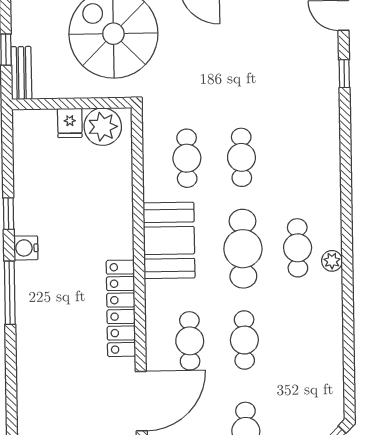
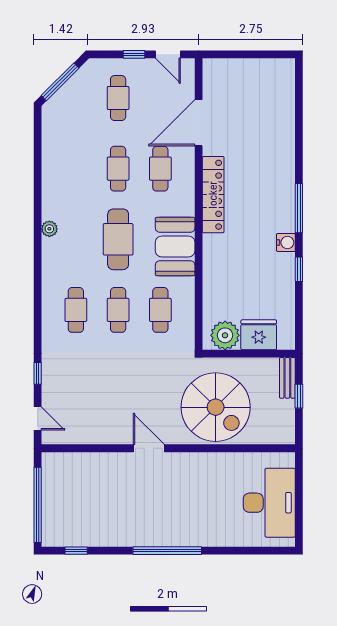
fridge: (70, 123) -> (259, 335), width x1.88, depth x1.34
cafe table: (298, 248) -> (76, 310), moved

